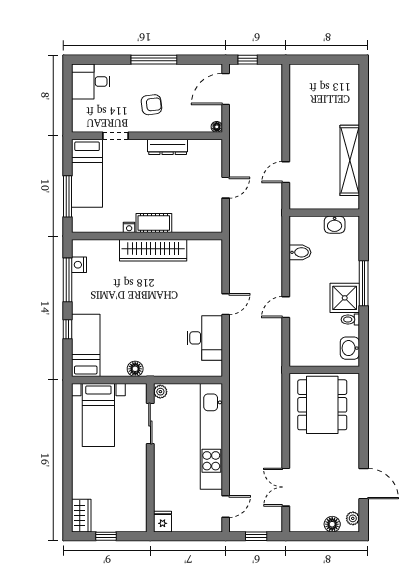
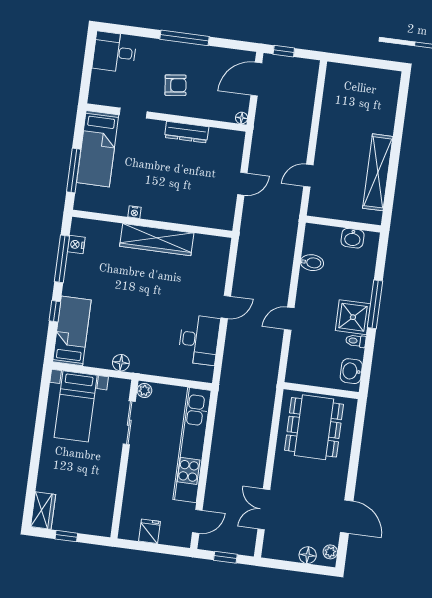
cot: (154, 223) -> (161, 211), removed
fridge: (163, 522) -> (149, 531), moved

